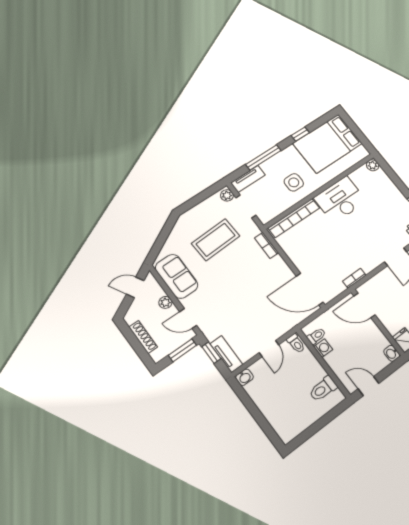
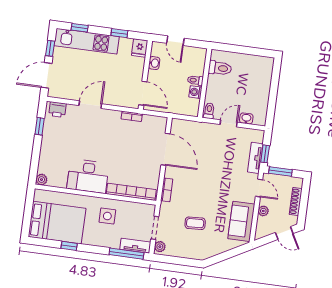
window: (263, 157) -> (126, 254), moved
coffee table: (216, 240) -> (195, 223), width x0.54, depth x0.58
door: (135, 287) -> (284, 233), moved
door: (310, 289) -> (165, 149), moved
toilet: (316, 336) -> (195, 80), moved
washbasin: (392, 353) -> (154, 63), moved
tv unit: (226, 354) -> (255, 158), moved
washbasin: (244, 377) -> (246, 118), moved
door: (368, 386) -> (175, 41), moved

